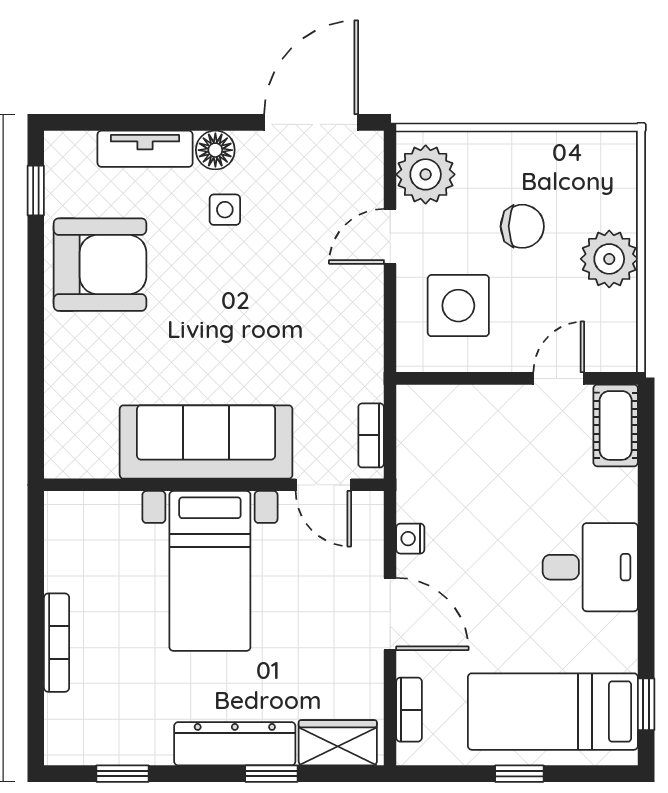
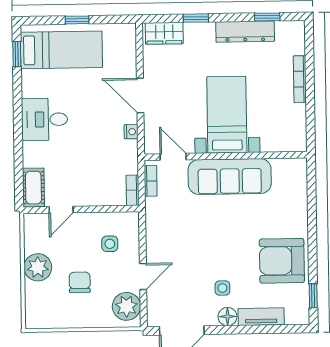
chair: (522, 226) -> (80, 282), turned 90
side table: (458, 306) -> (110, 244), width x0.54, depth x0.54
bookcase: (409, 710) -> (133, 190), moved
dresser: (235, 744) -> (245, 32), moved

